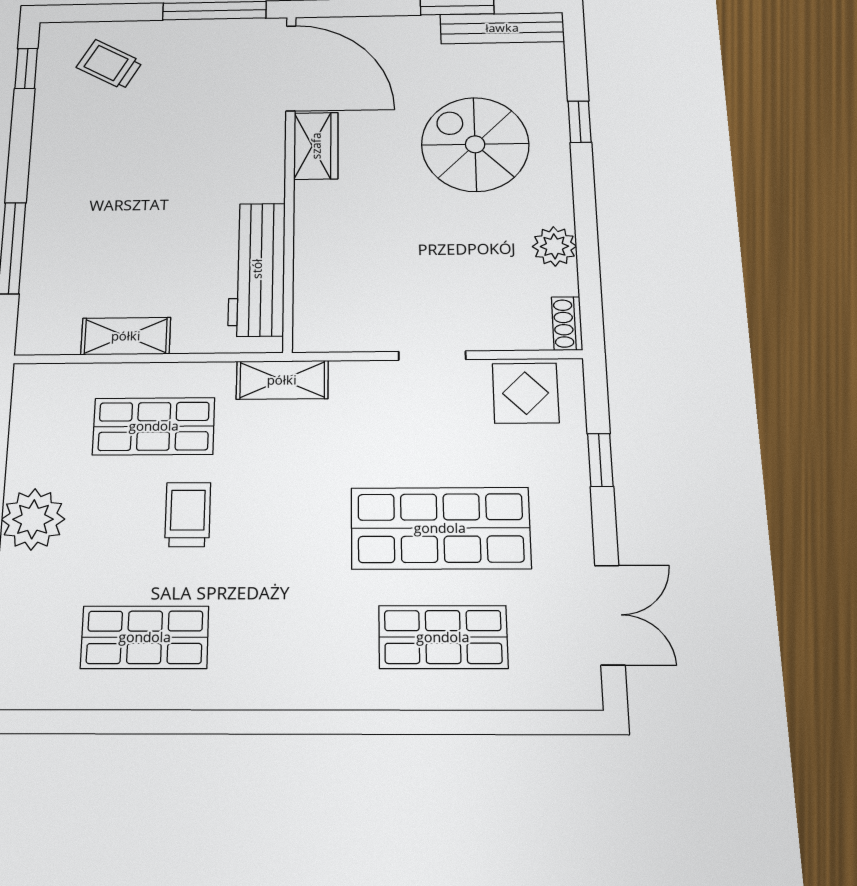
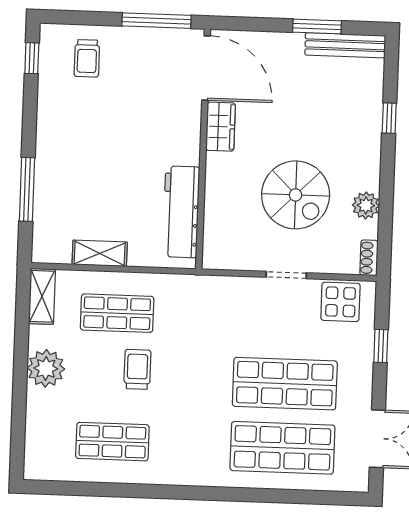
trolley: (109, 65) -> (87, 58), turned -119
spiral stairs: (475, 144) -> (296, 195), moved, turned 180
shelving: (282, 380) -> (42, 296), moved, turned 90
shop shelf: (443, 637) -> (282, 448), width x1.43, depth x1.36

